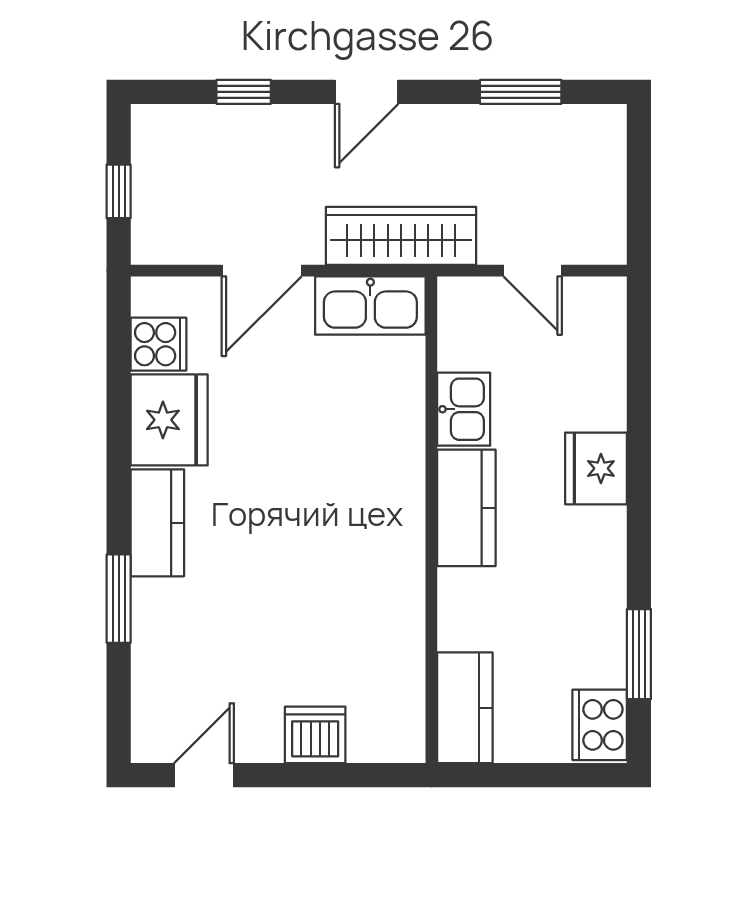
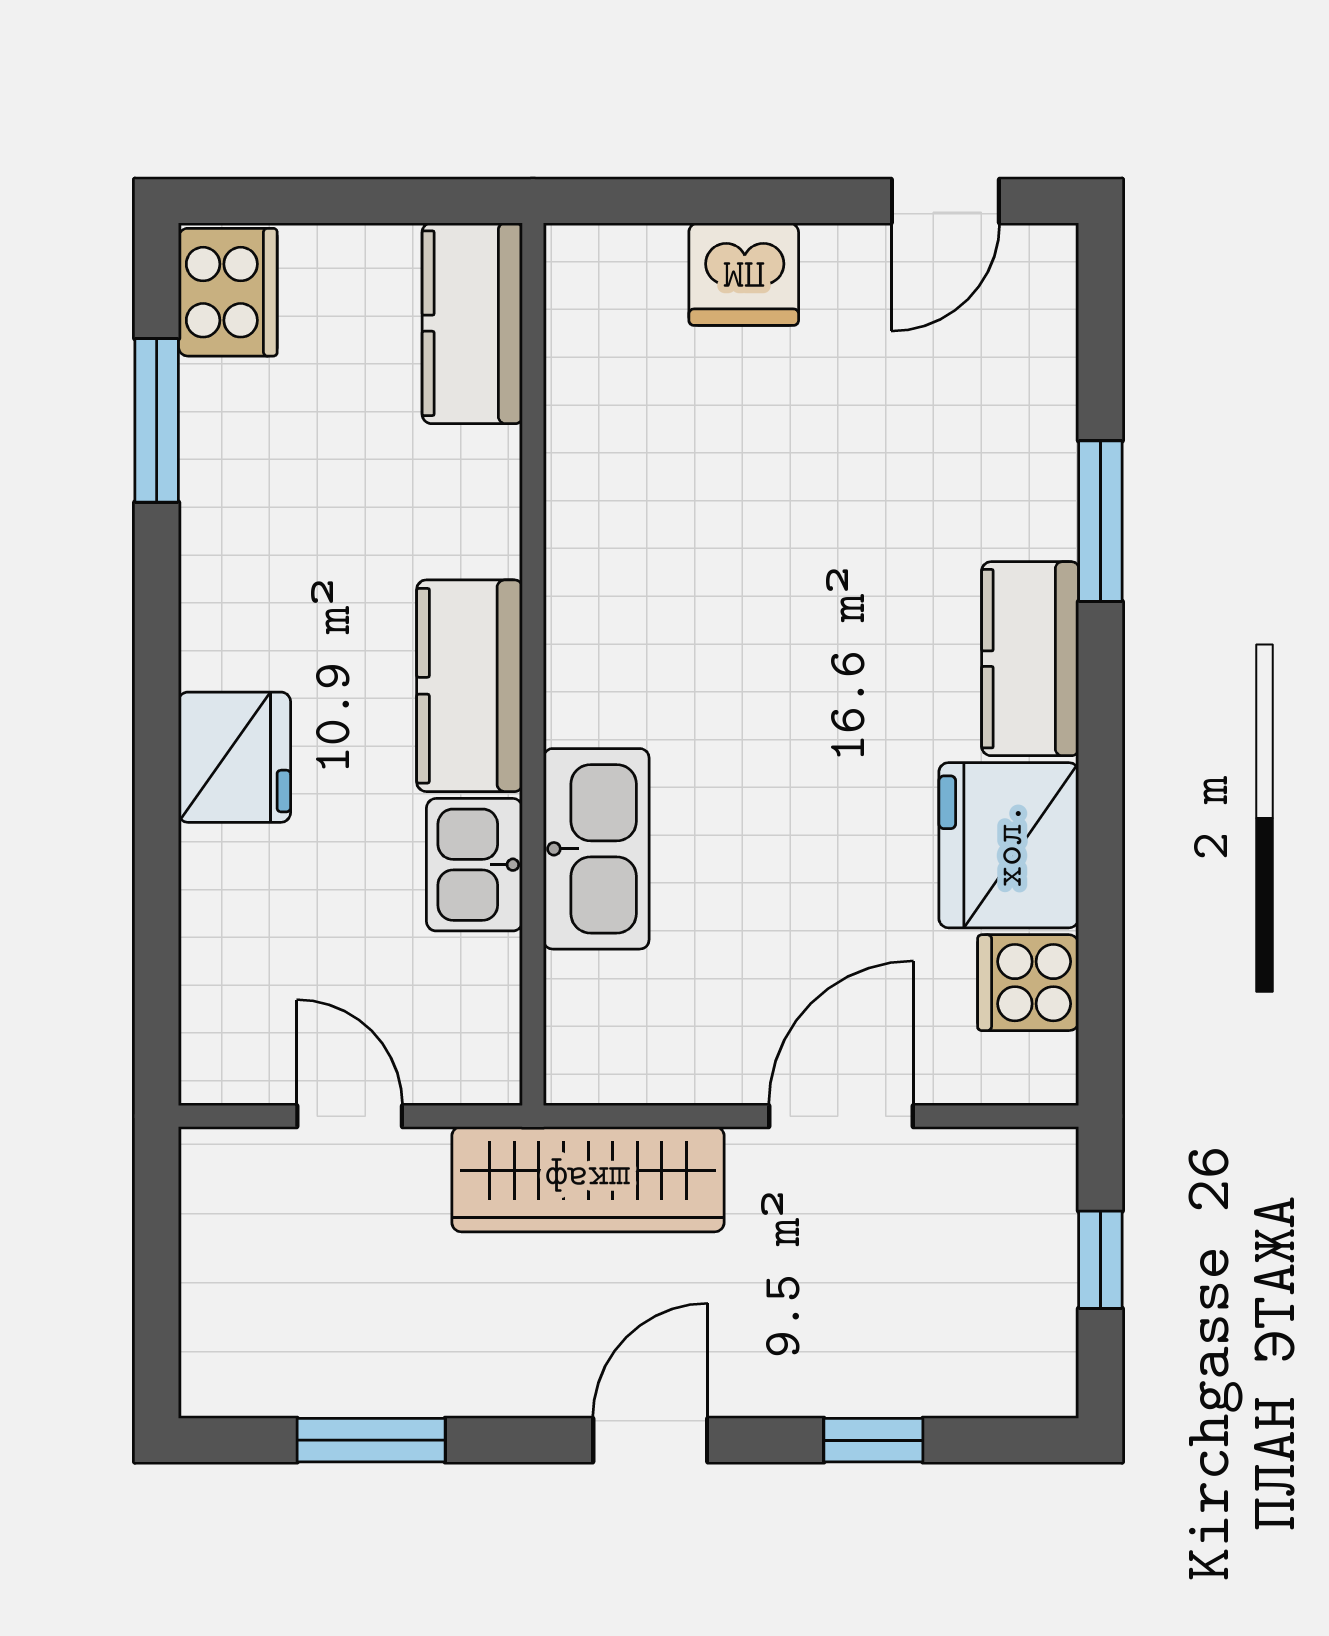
kitchen sink: (370, 305) -> (596, 849), moved, turned 90

